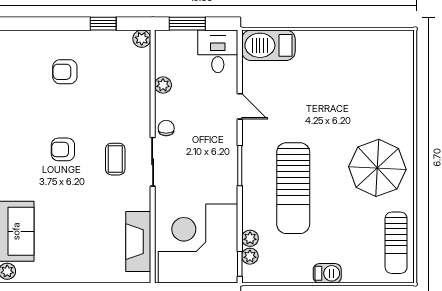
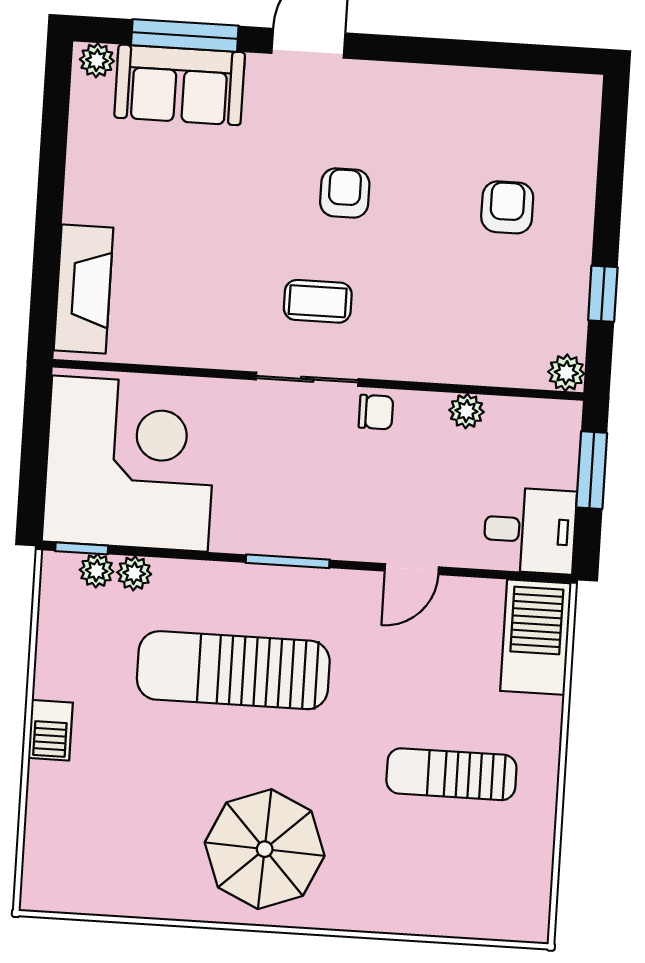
fireplace: (138, 242) -> (84, 289), moved, turned 90
sun lounger: (396, 243) -> (451, 774), moved

